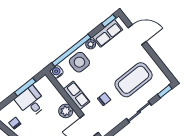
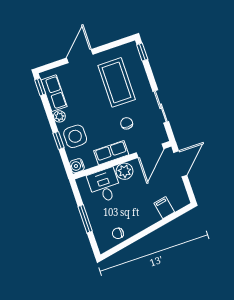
door: (137, 35) -> (80, 56), moved
window: (71, 50) -> (58, 140), width x0.32
window: (25, 87) -> (85, 219), moved
desk: (31, 102) -> (104, 185), moved, turned 90
sliding door: (139, 112) -> (161, 106), moved

